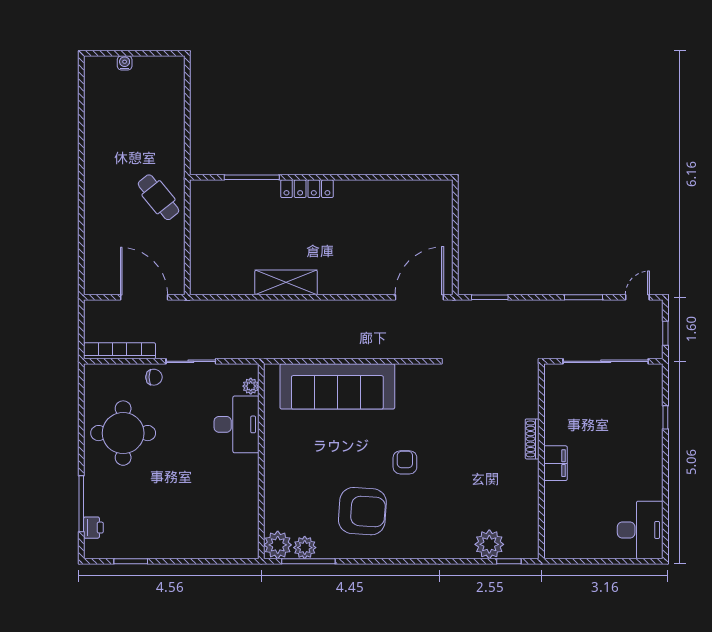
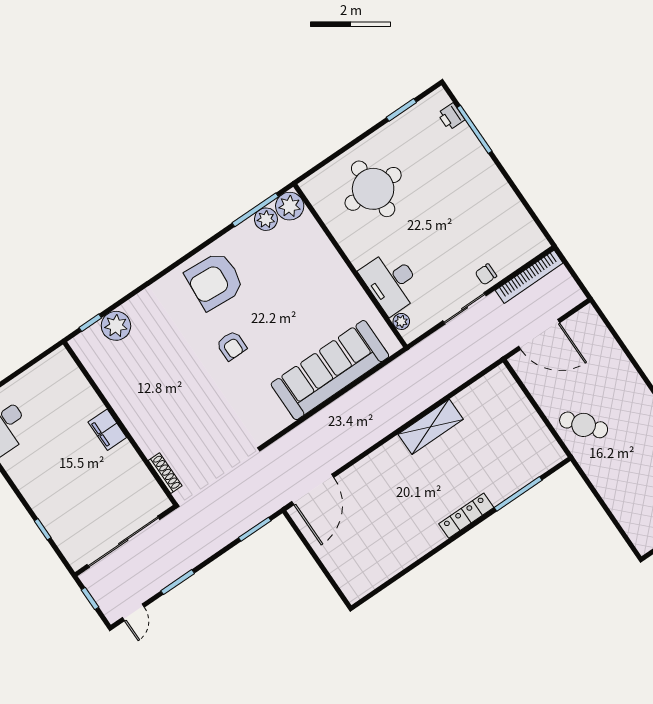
round table: (123, 433) -> (373, 189), moved
shoe rack: (532, 439) -> (165, 473), moved
armchair: (362, 511) -> (215, 281), moved

